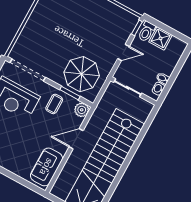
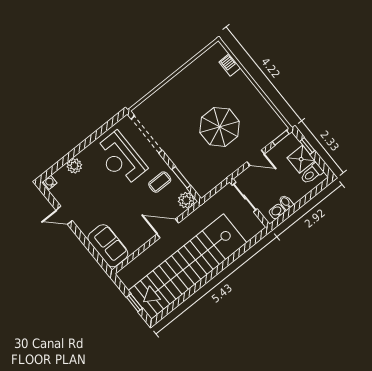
window: (161, 26) -> (307, 146), added
toilet: (147, 32) -> (312, 174), moved
parasol: (82, 74) -> (220, 127), moved
sofa: (46, 167) -> (108, 246), moved, turned 90

